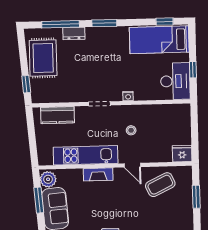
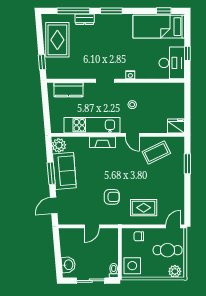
window: (39, 200) -> (51, 173), moved

